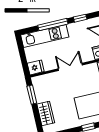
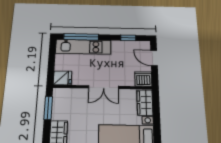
window: (53, 25) -> (81, 37), moved
double door: (70, 67) -> (104, 87), swing flipped

